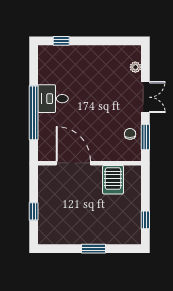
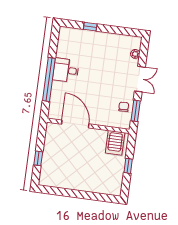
window: (61, 41) -> (90, 27), moved
server rack: (113, 180) -> (115, 143), moved
window: (145, 220) -> (128, 166), moved
window: (93, 249) -> (82, 195), removed

